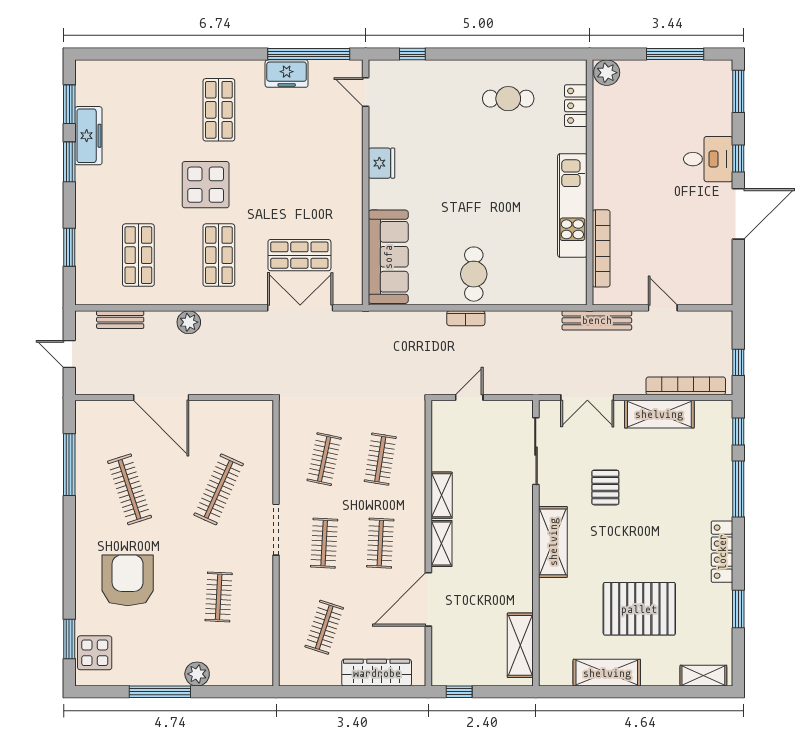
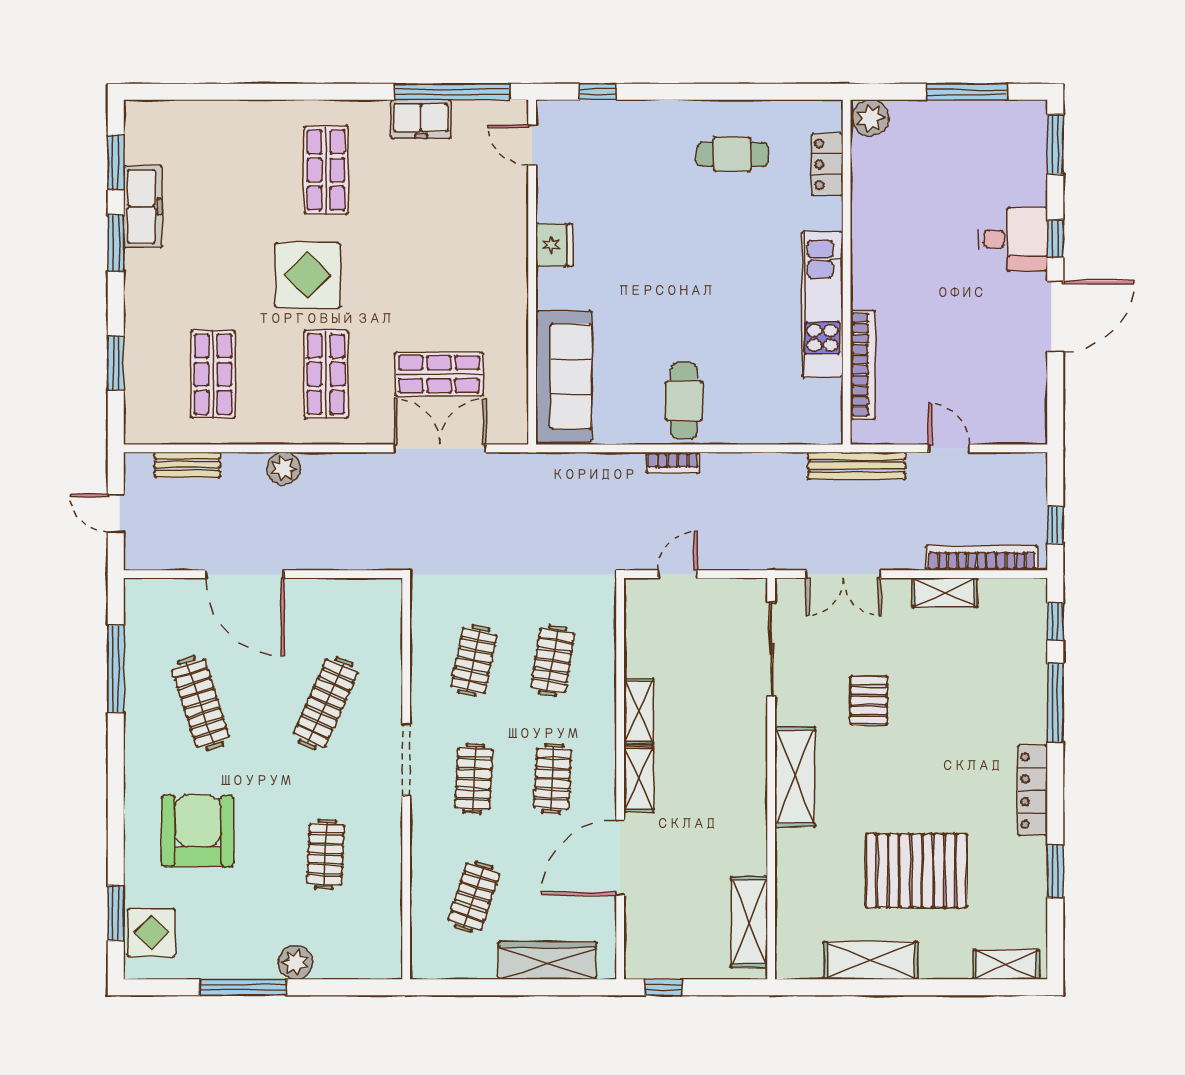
shelving: (659, 414) -> (945, 593), width x0.67, depth x0.75

